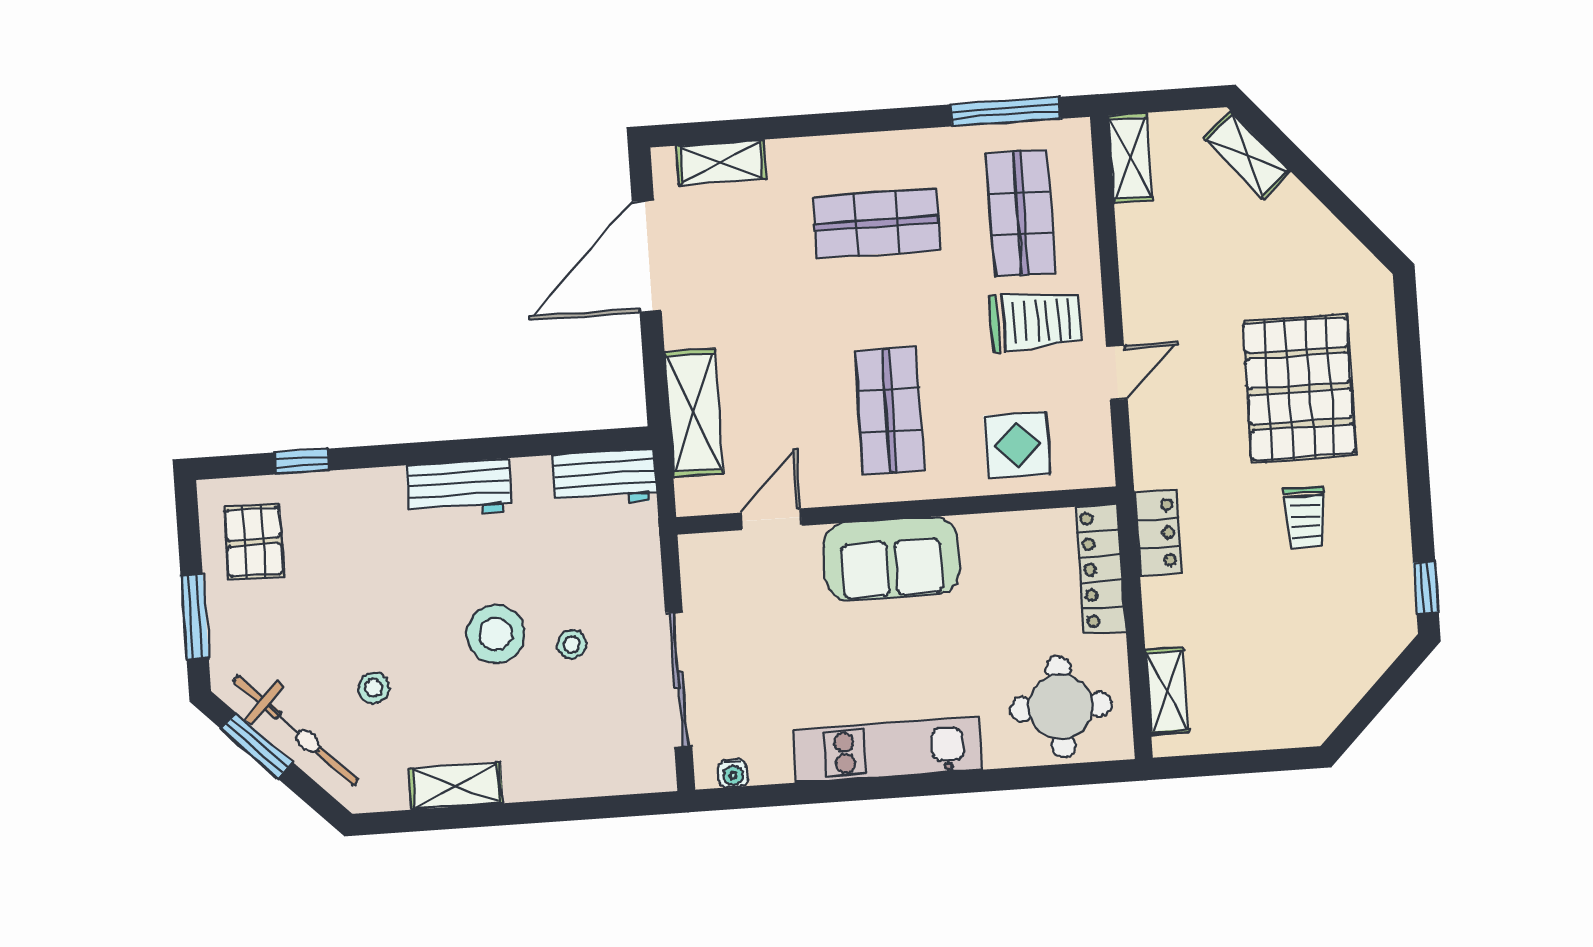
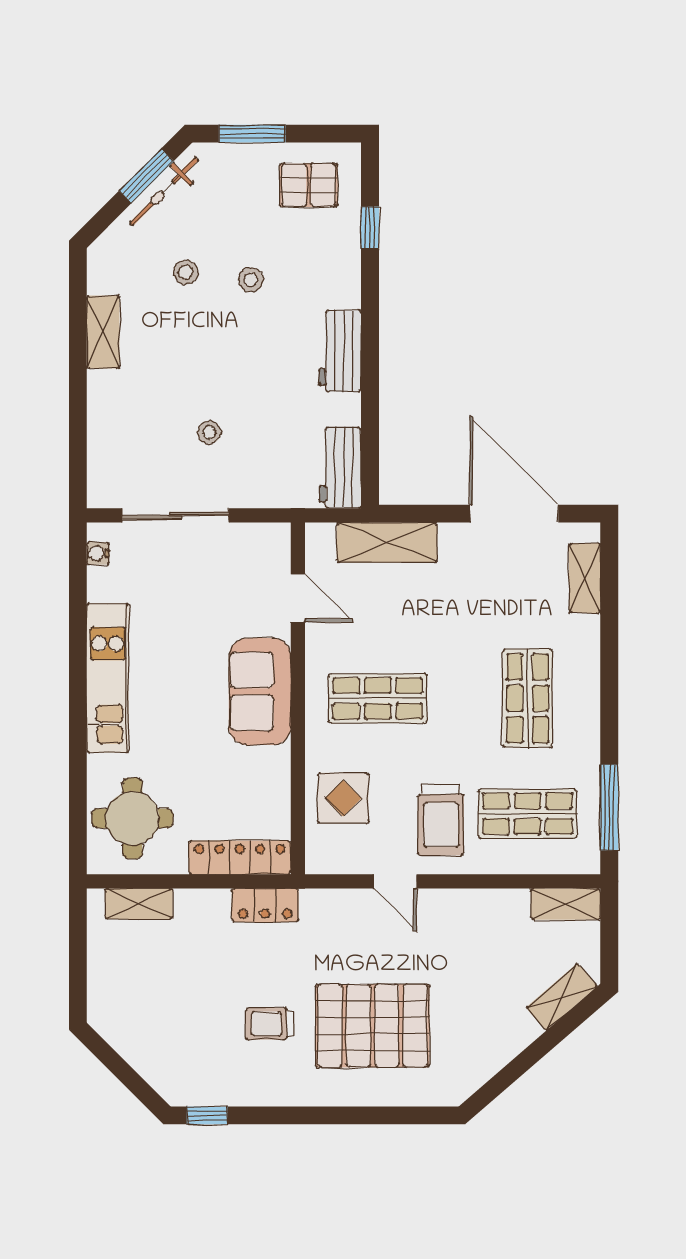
stool: (496, 634) -> (251, 280), moved, width x0.53, depth x0.53
bicycle: (296, 731) -> (164, 192), width x0.73, depth x0.71

